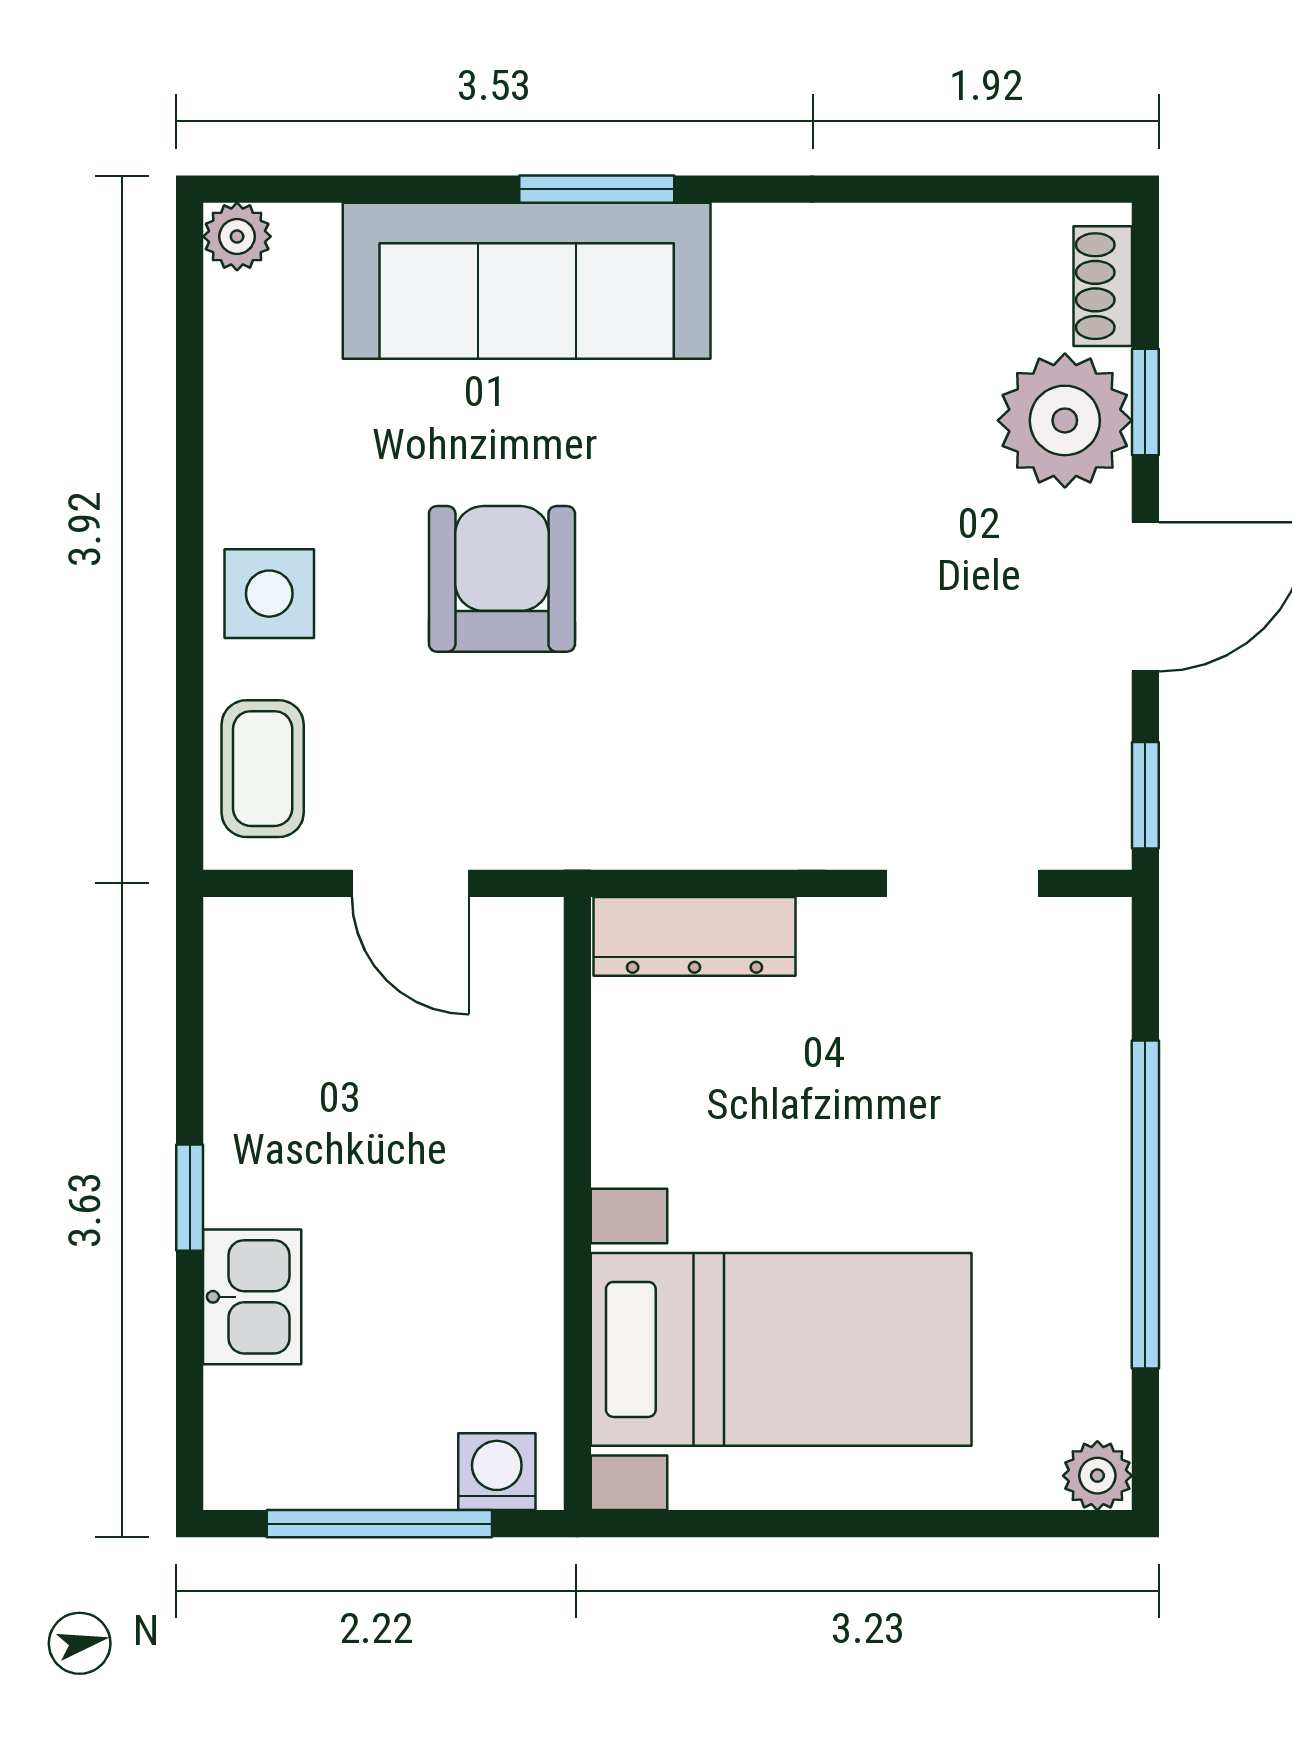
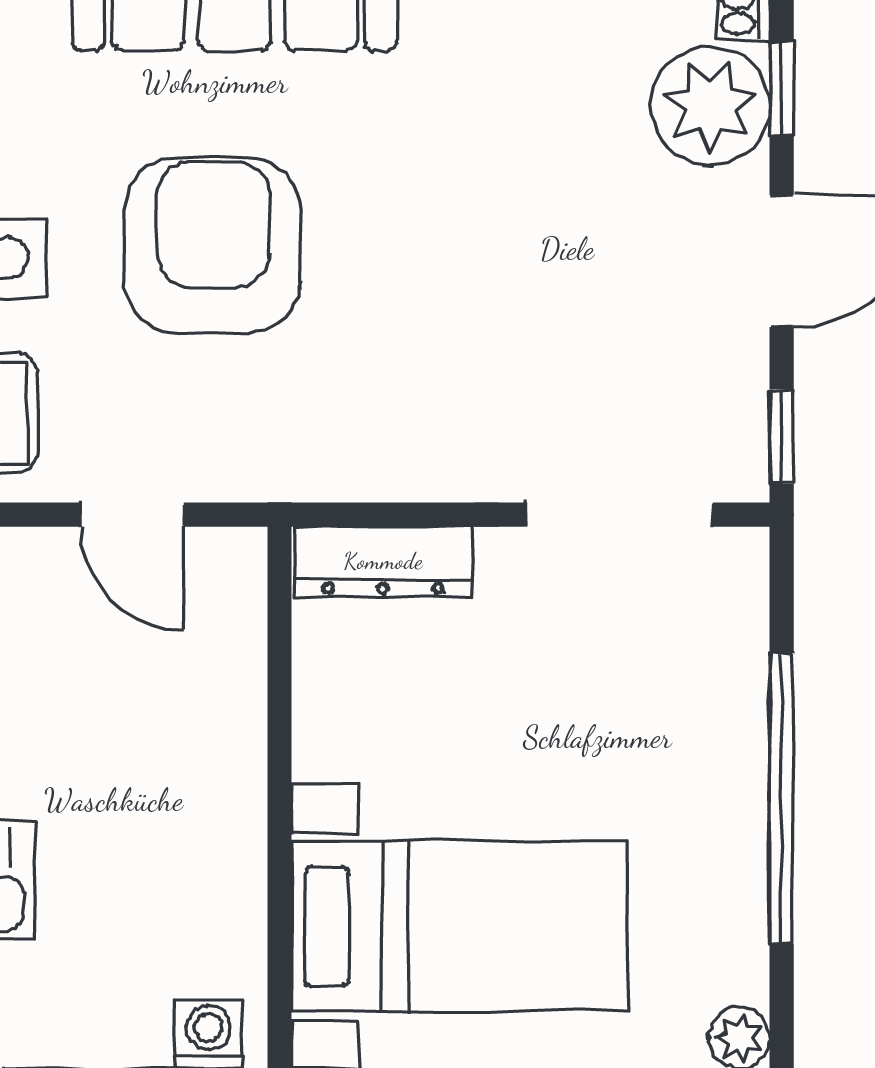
armchair: (502, 579) -> (213, 245), width x1.36, depth x1.36
doorway: (963, 883) -> (620, 515), width x1.38

